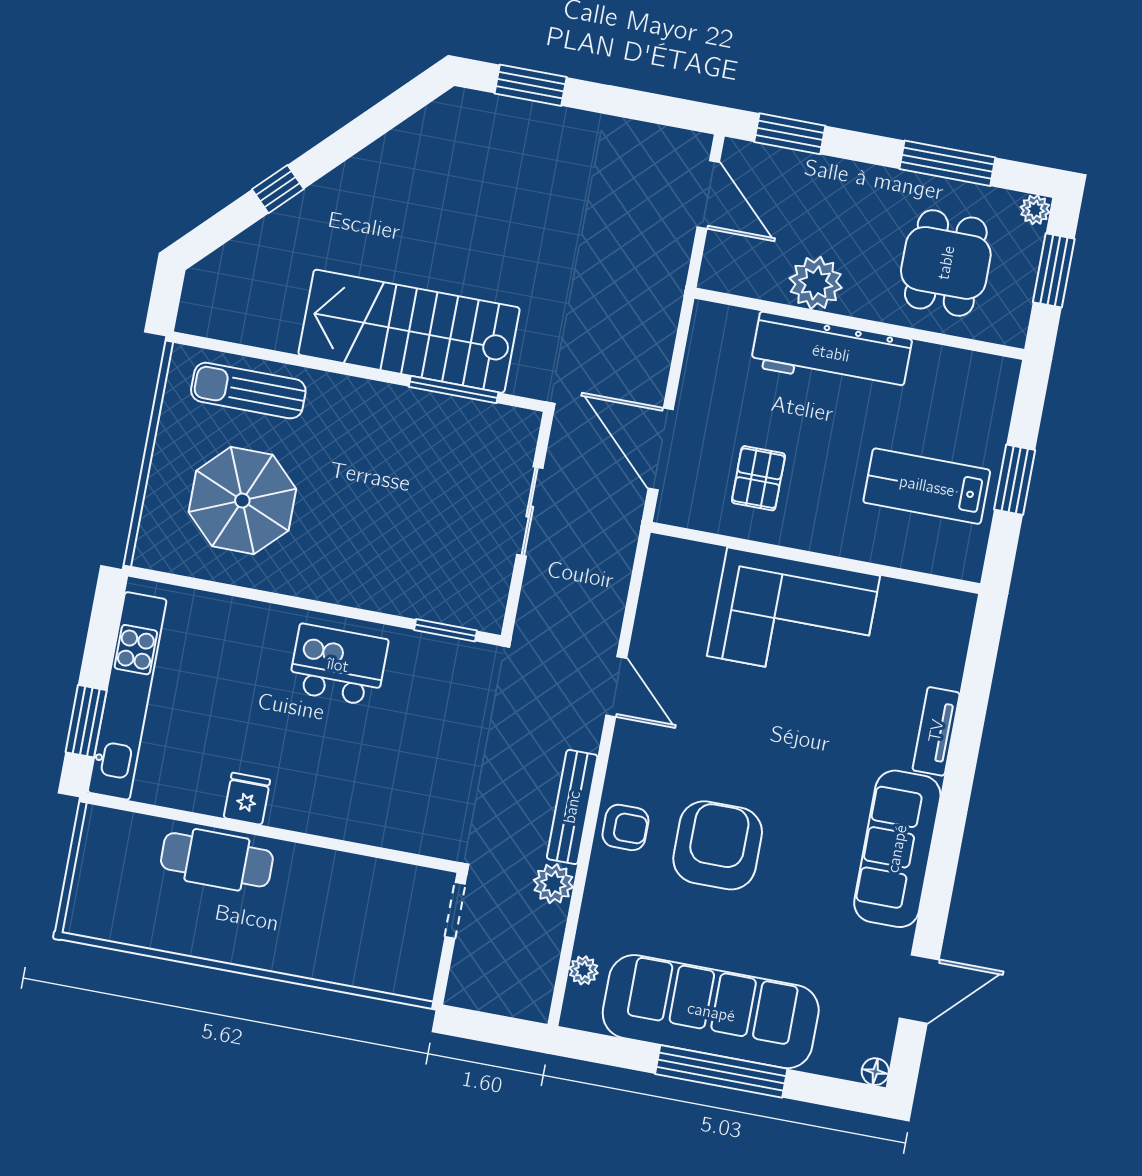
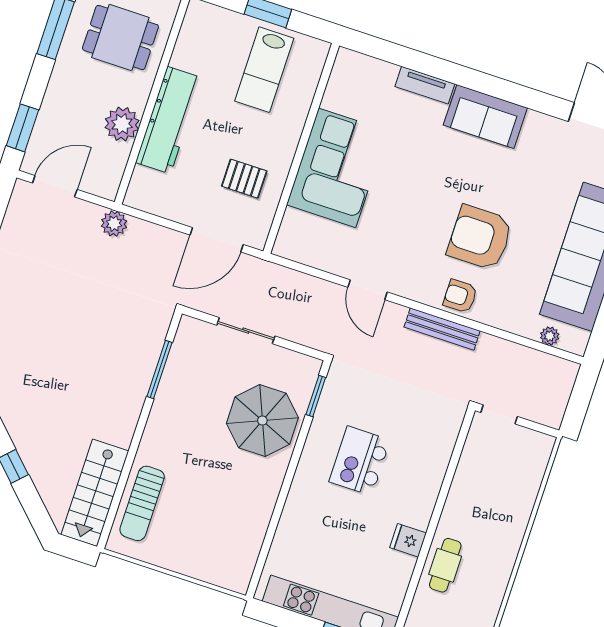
stairs: (409, 331) -> (95, 493), moved, width x0.73, depth x0.66
parasol: (242, 501) -> (262, 421), moved
kitchen island: (338, 665) -> (360, 461), moved
door: (616, 687) -> (368, 290), swing flipped
armchair: (625, 827) -> (460, 296), turned -90
sofa: (897, 849) -> (485, 117), width x0.73
cafe table: (217, 860) -> (445, 565), width x0.73, depth x0.74
plant: (553, 884) -> (114, 224), moved

